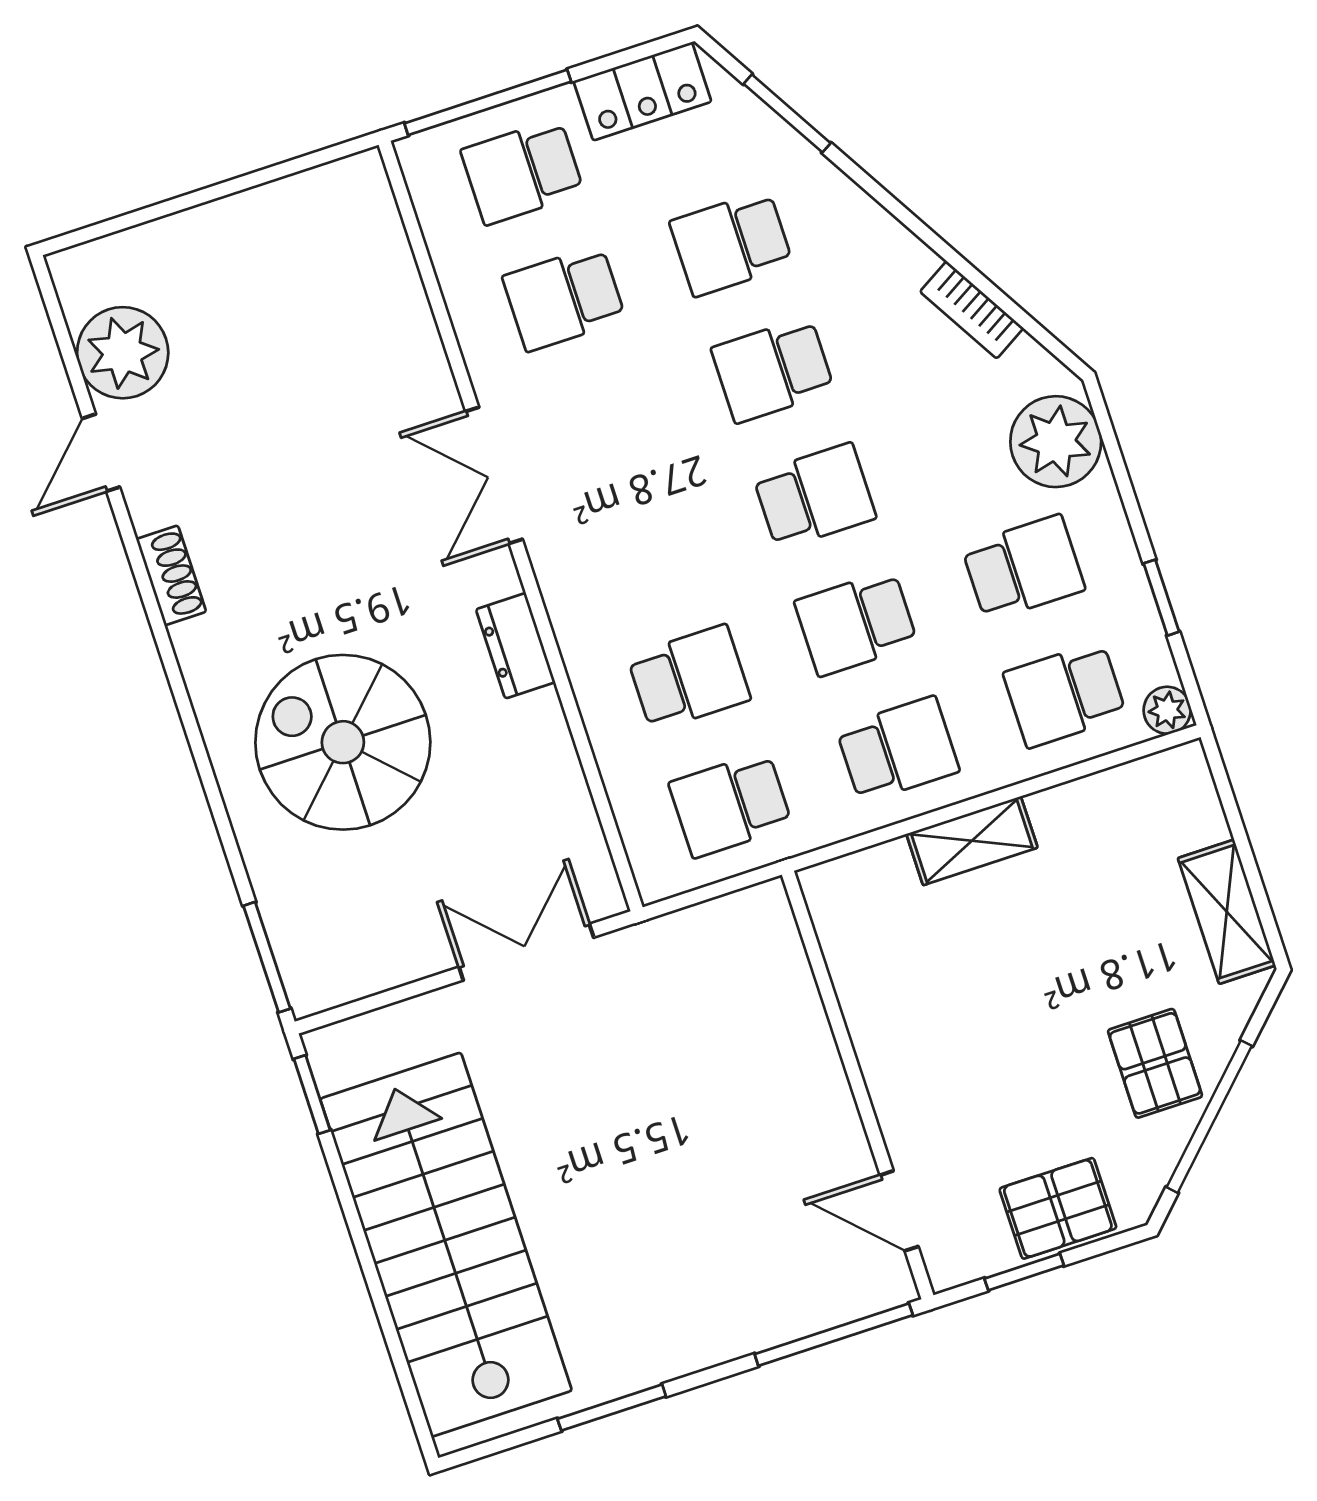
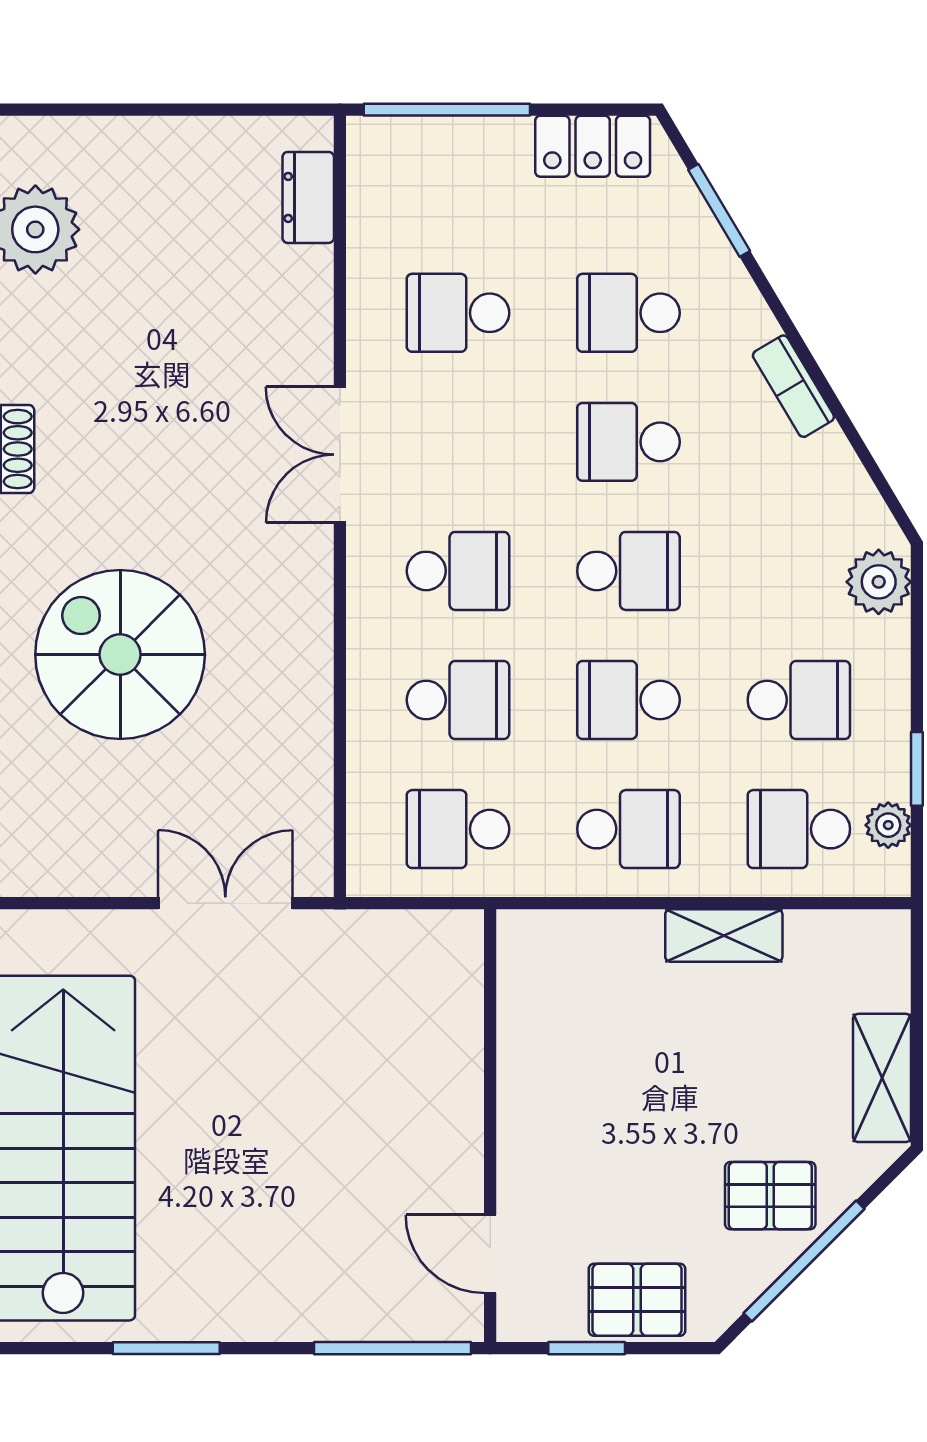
school desk: (522, 172) -> (458, 571), moved, turned 180
bookcase: (972, 310) -> (793, 386), moved
plant: (1056, 442) -> (879, 582), width x0.73, depth x0.73
dresser: (516, 646) -> (308, 197), moved
plant: (1167, 710) -> (888, 825), moved
shelving: (972, 841) -> (724, 936), moved
pallet: (1155, 1063) -> (770, 1196), turned 90

